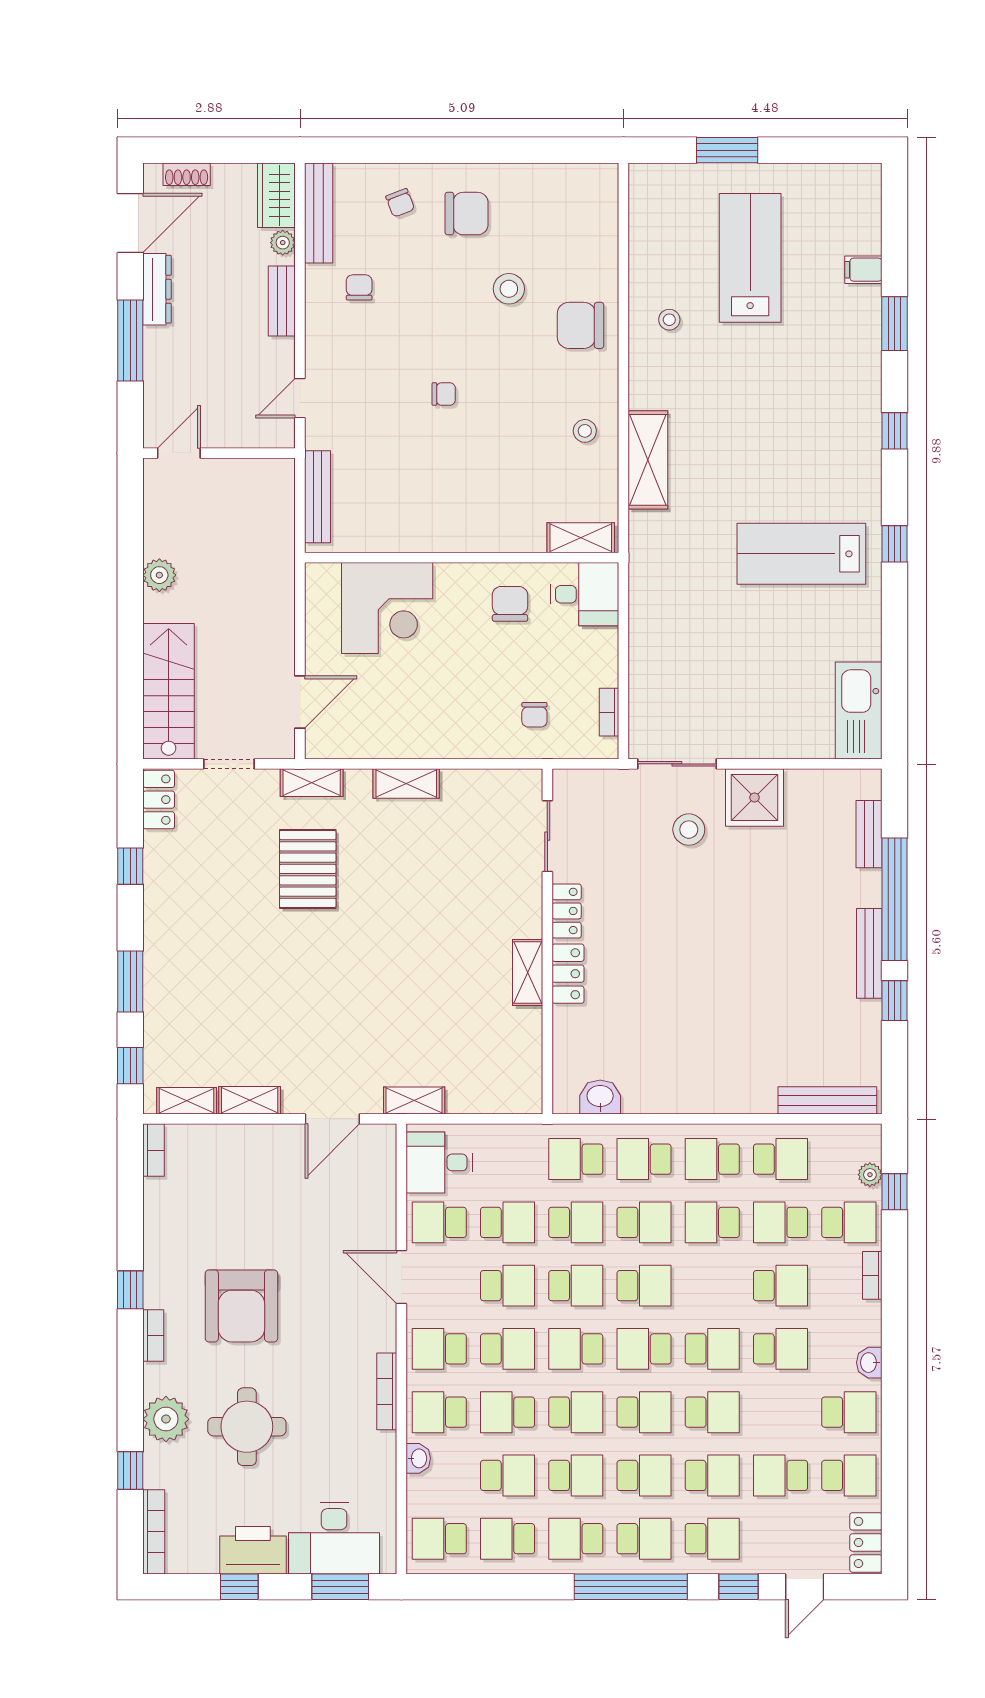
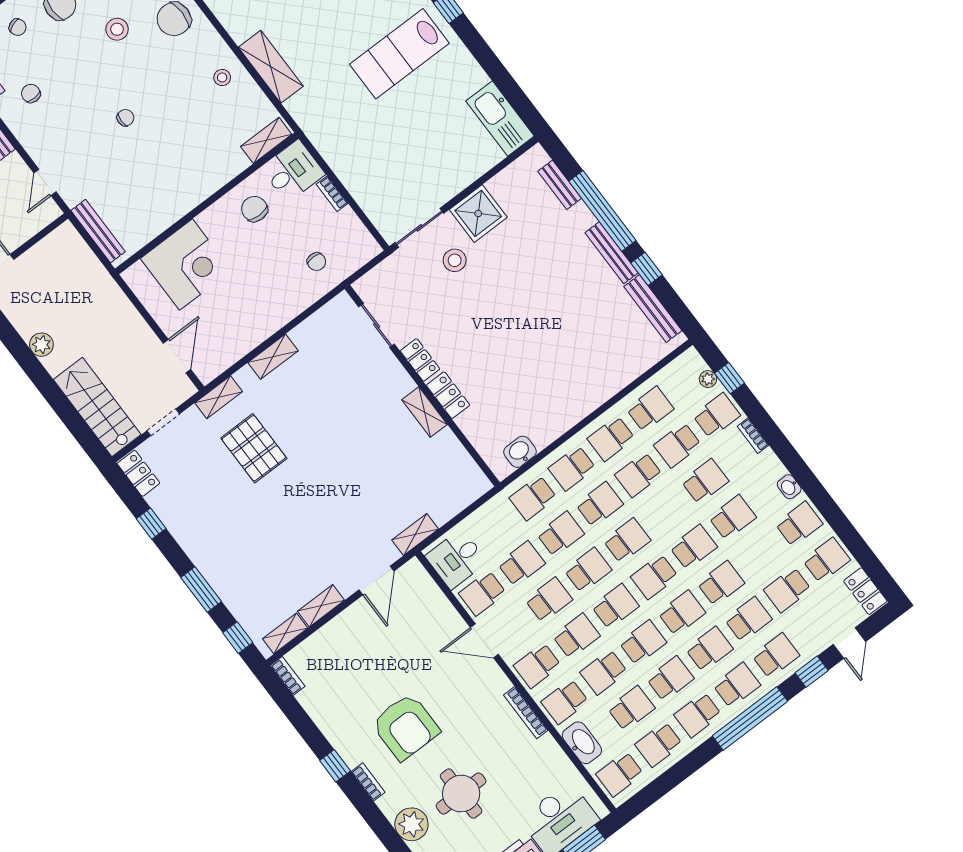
bookcase: (609, 712) -> (332, 194), moved
bench: (827, 1100) -> (653, 309), moved, turned 90
school desk: (576, 1349) -> (615, 606), turned 180
washbasin: (418, 1458) -> (582, 743), width x1.91, depth x1.45

